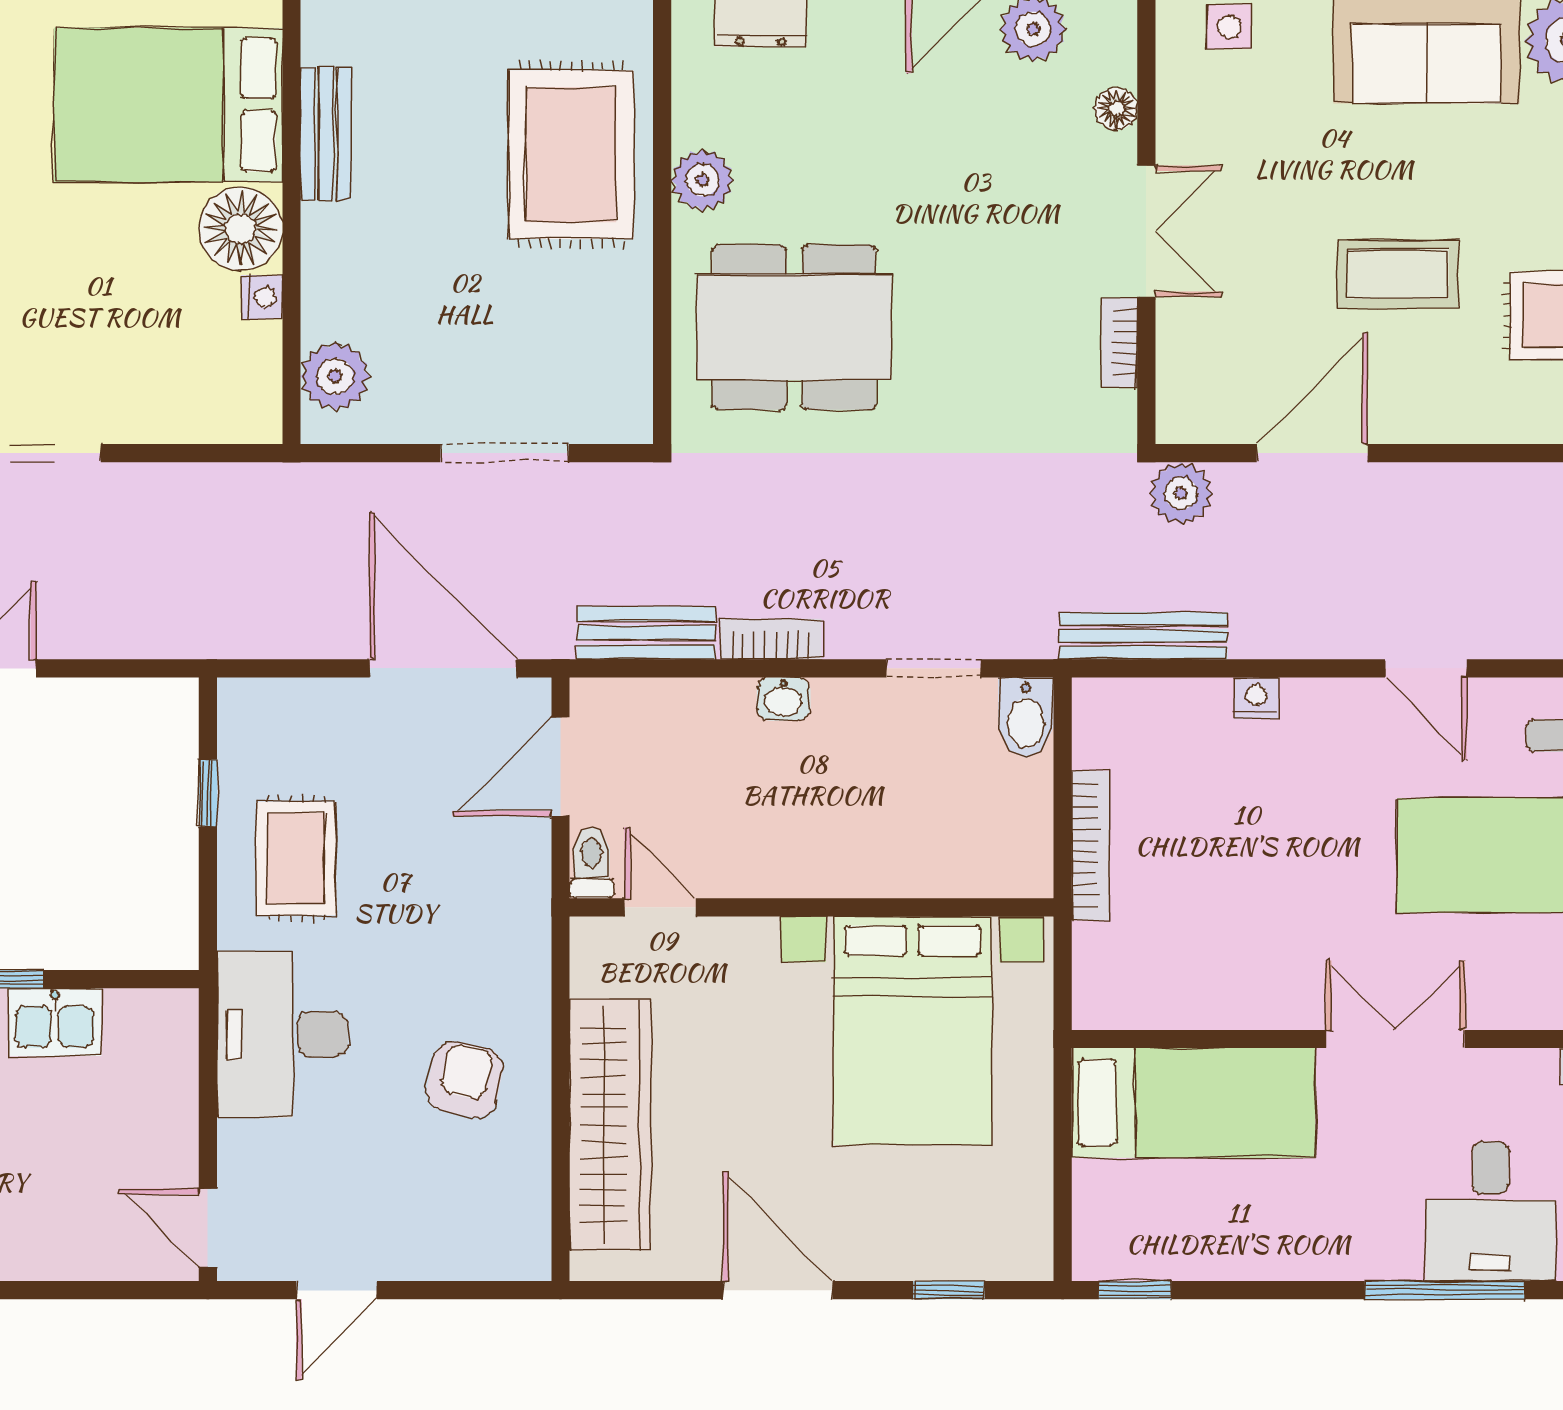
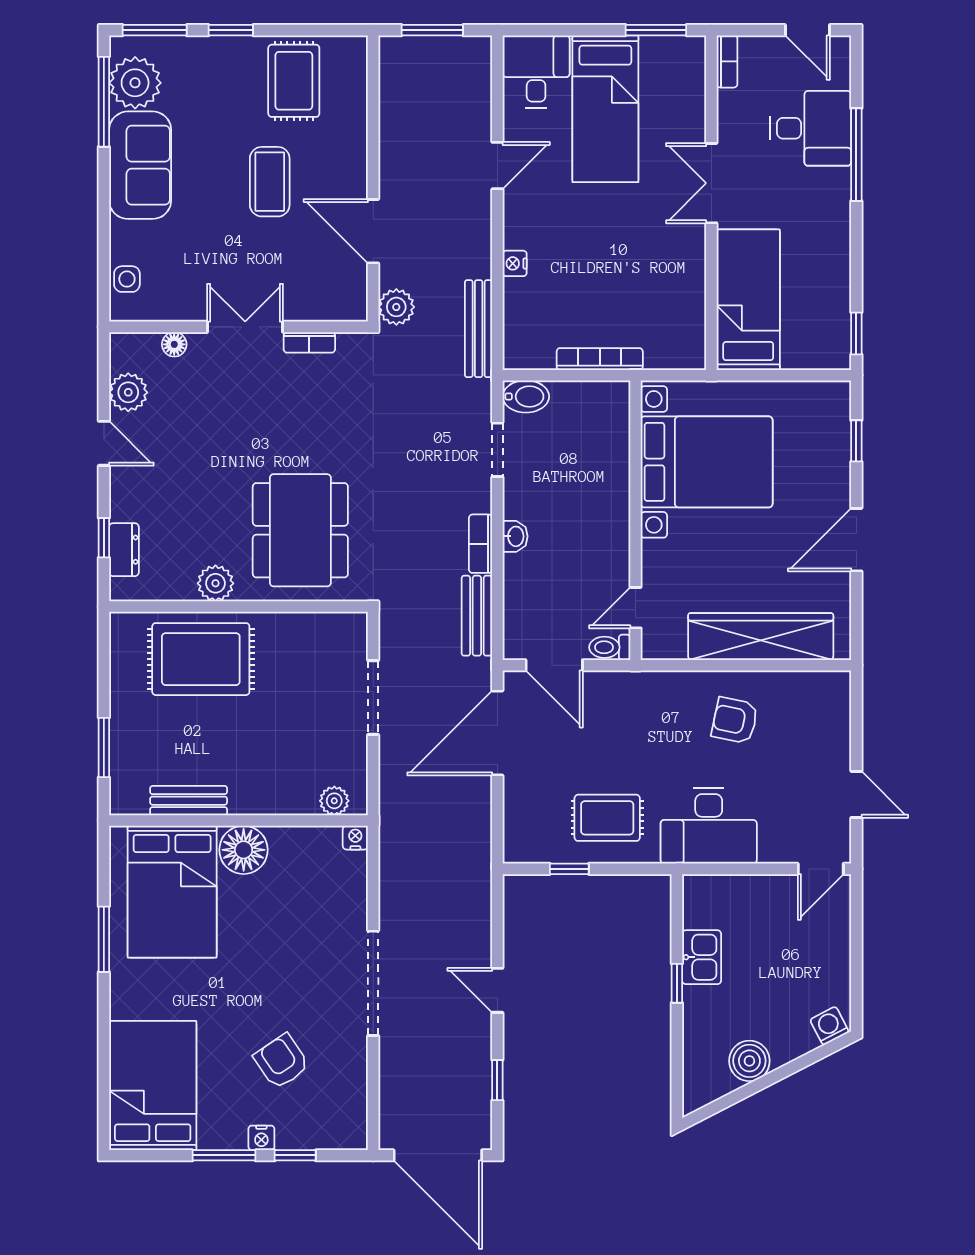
nightstand: (262, 297) -> (355, 838), moved
plant: (335, 376) -> (334, 801), width x0.73, depth x0.73

